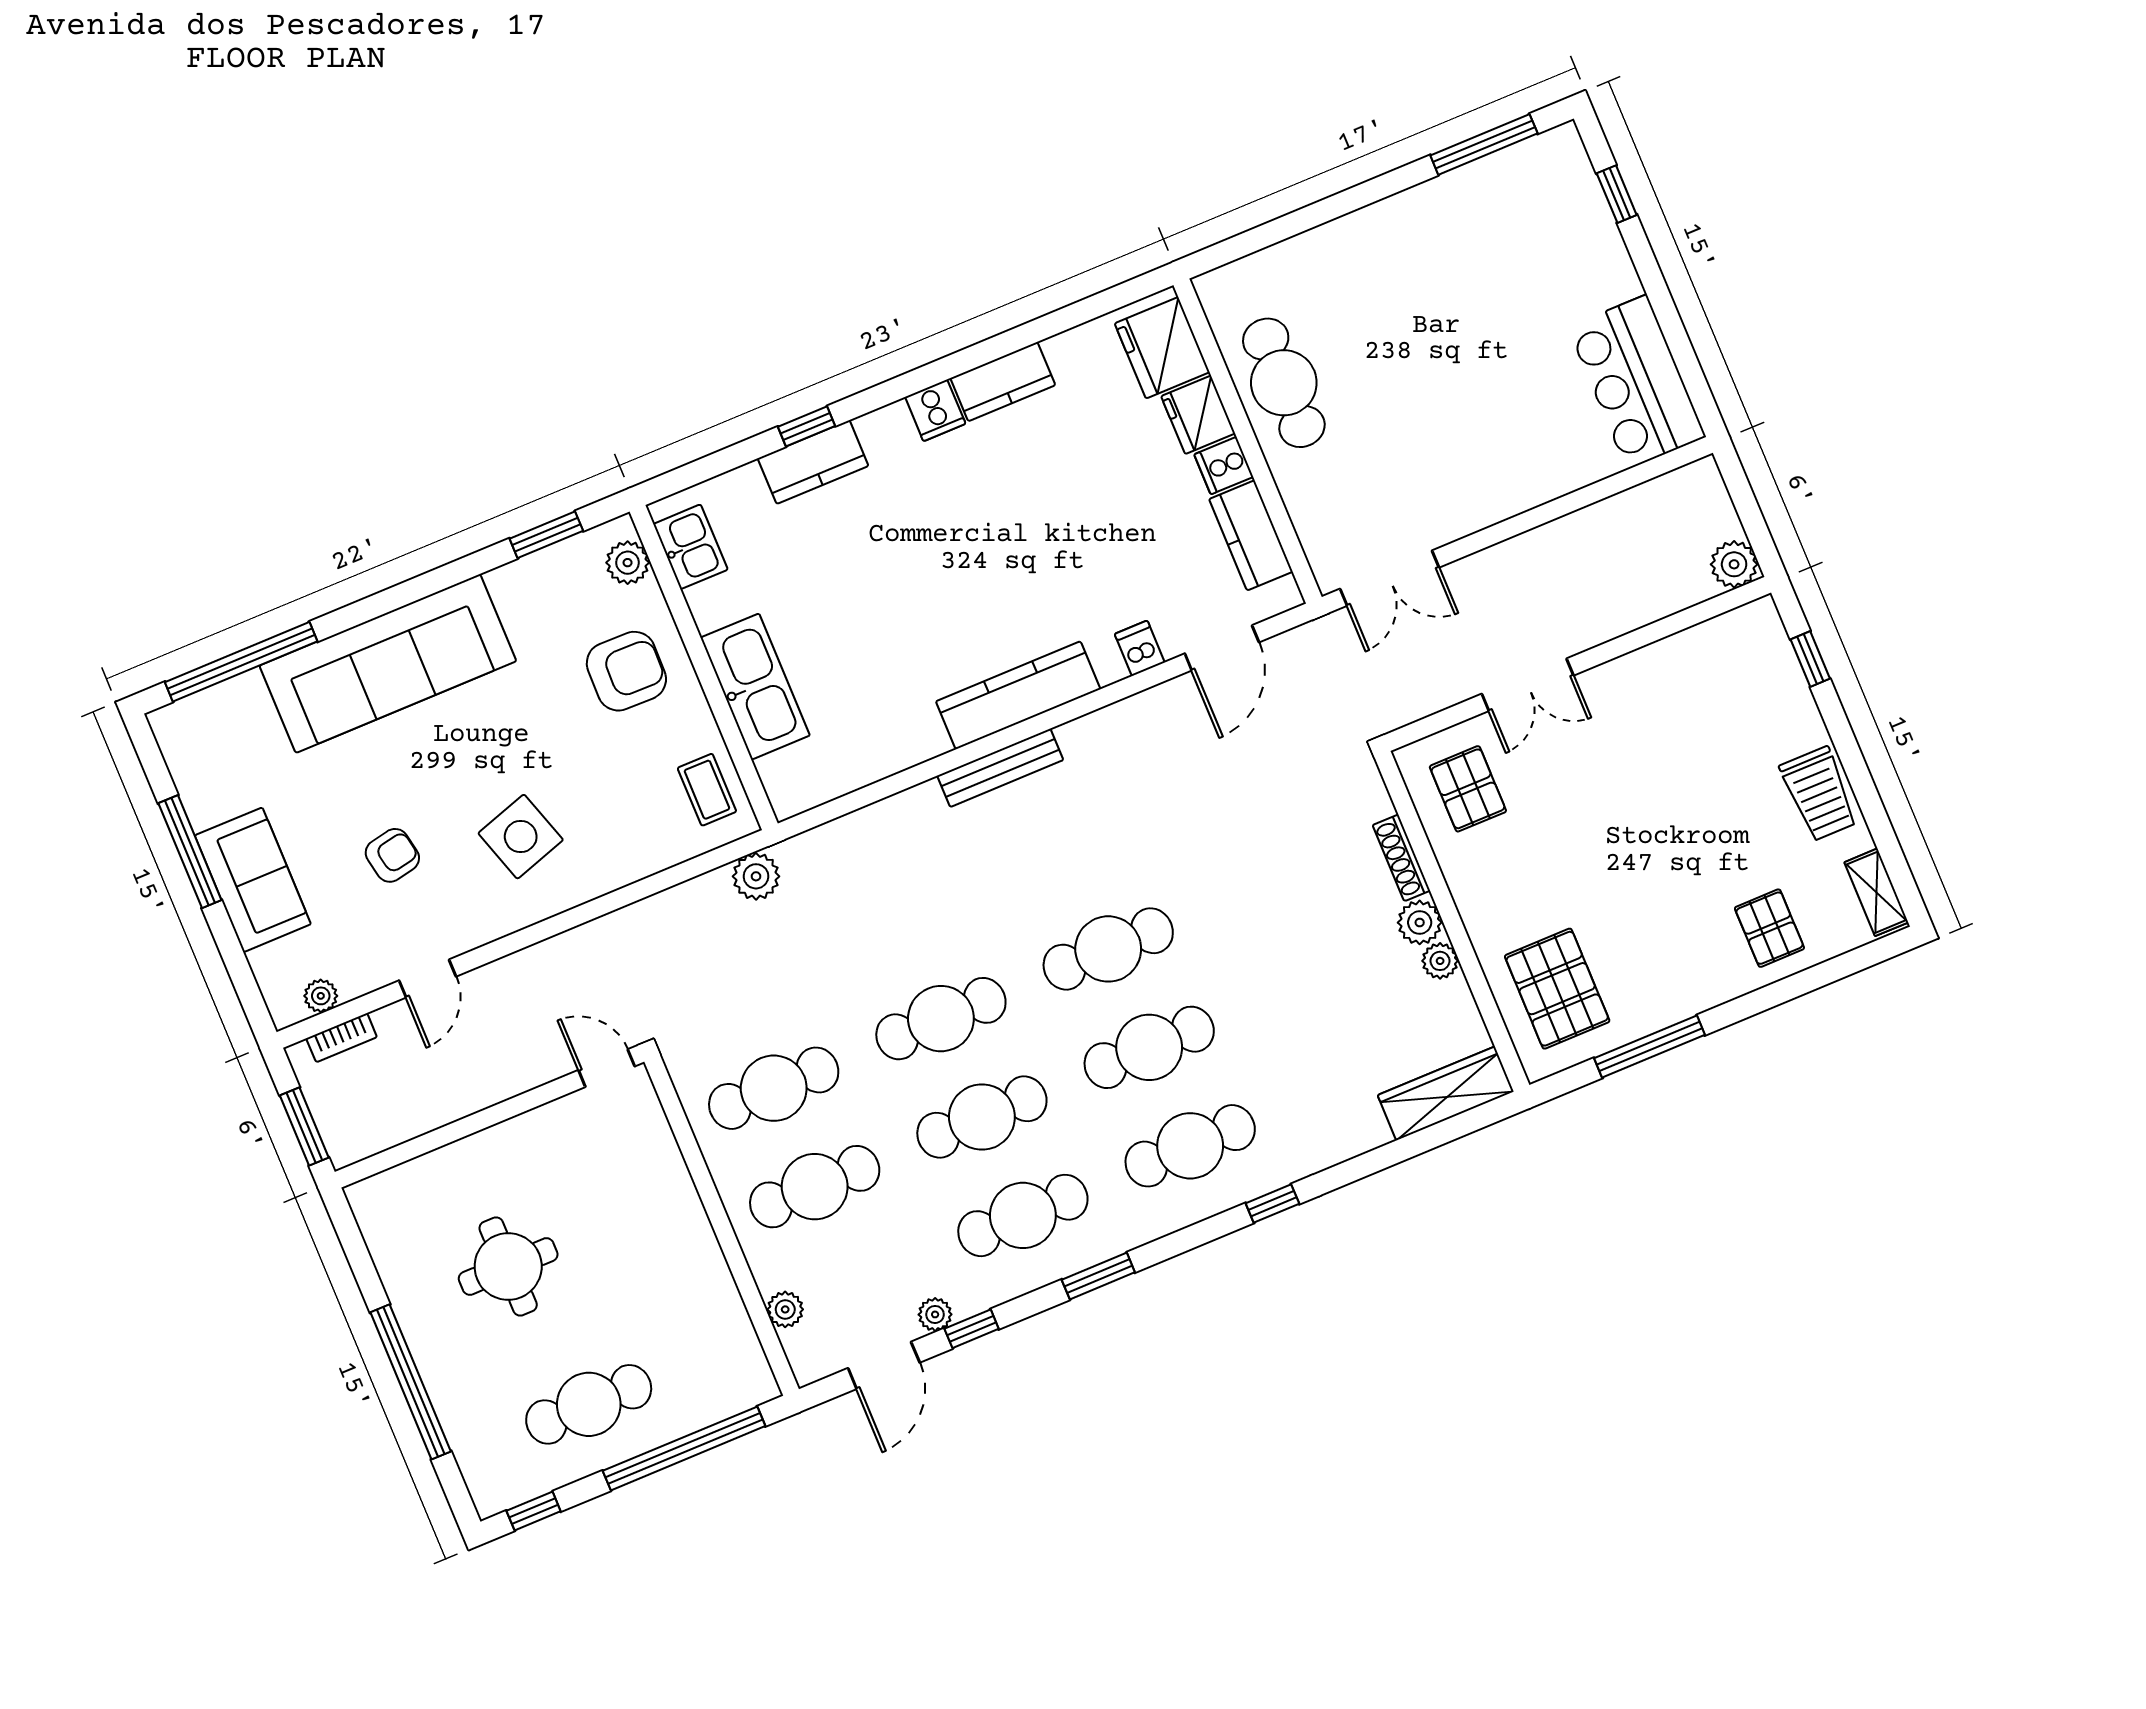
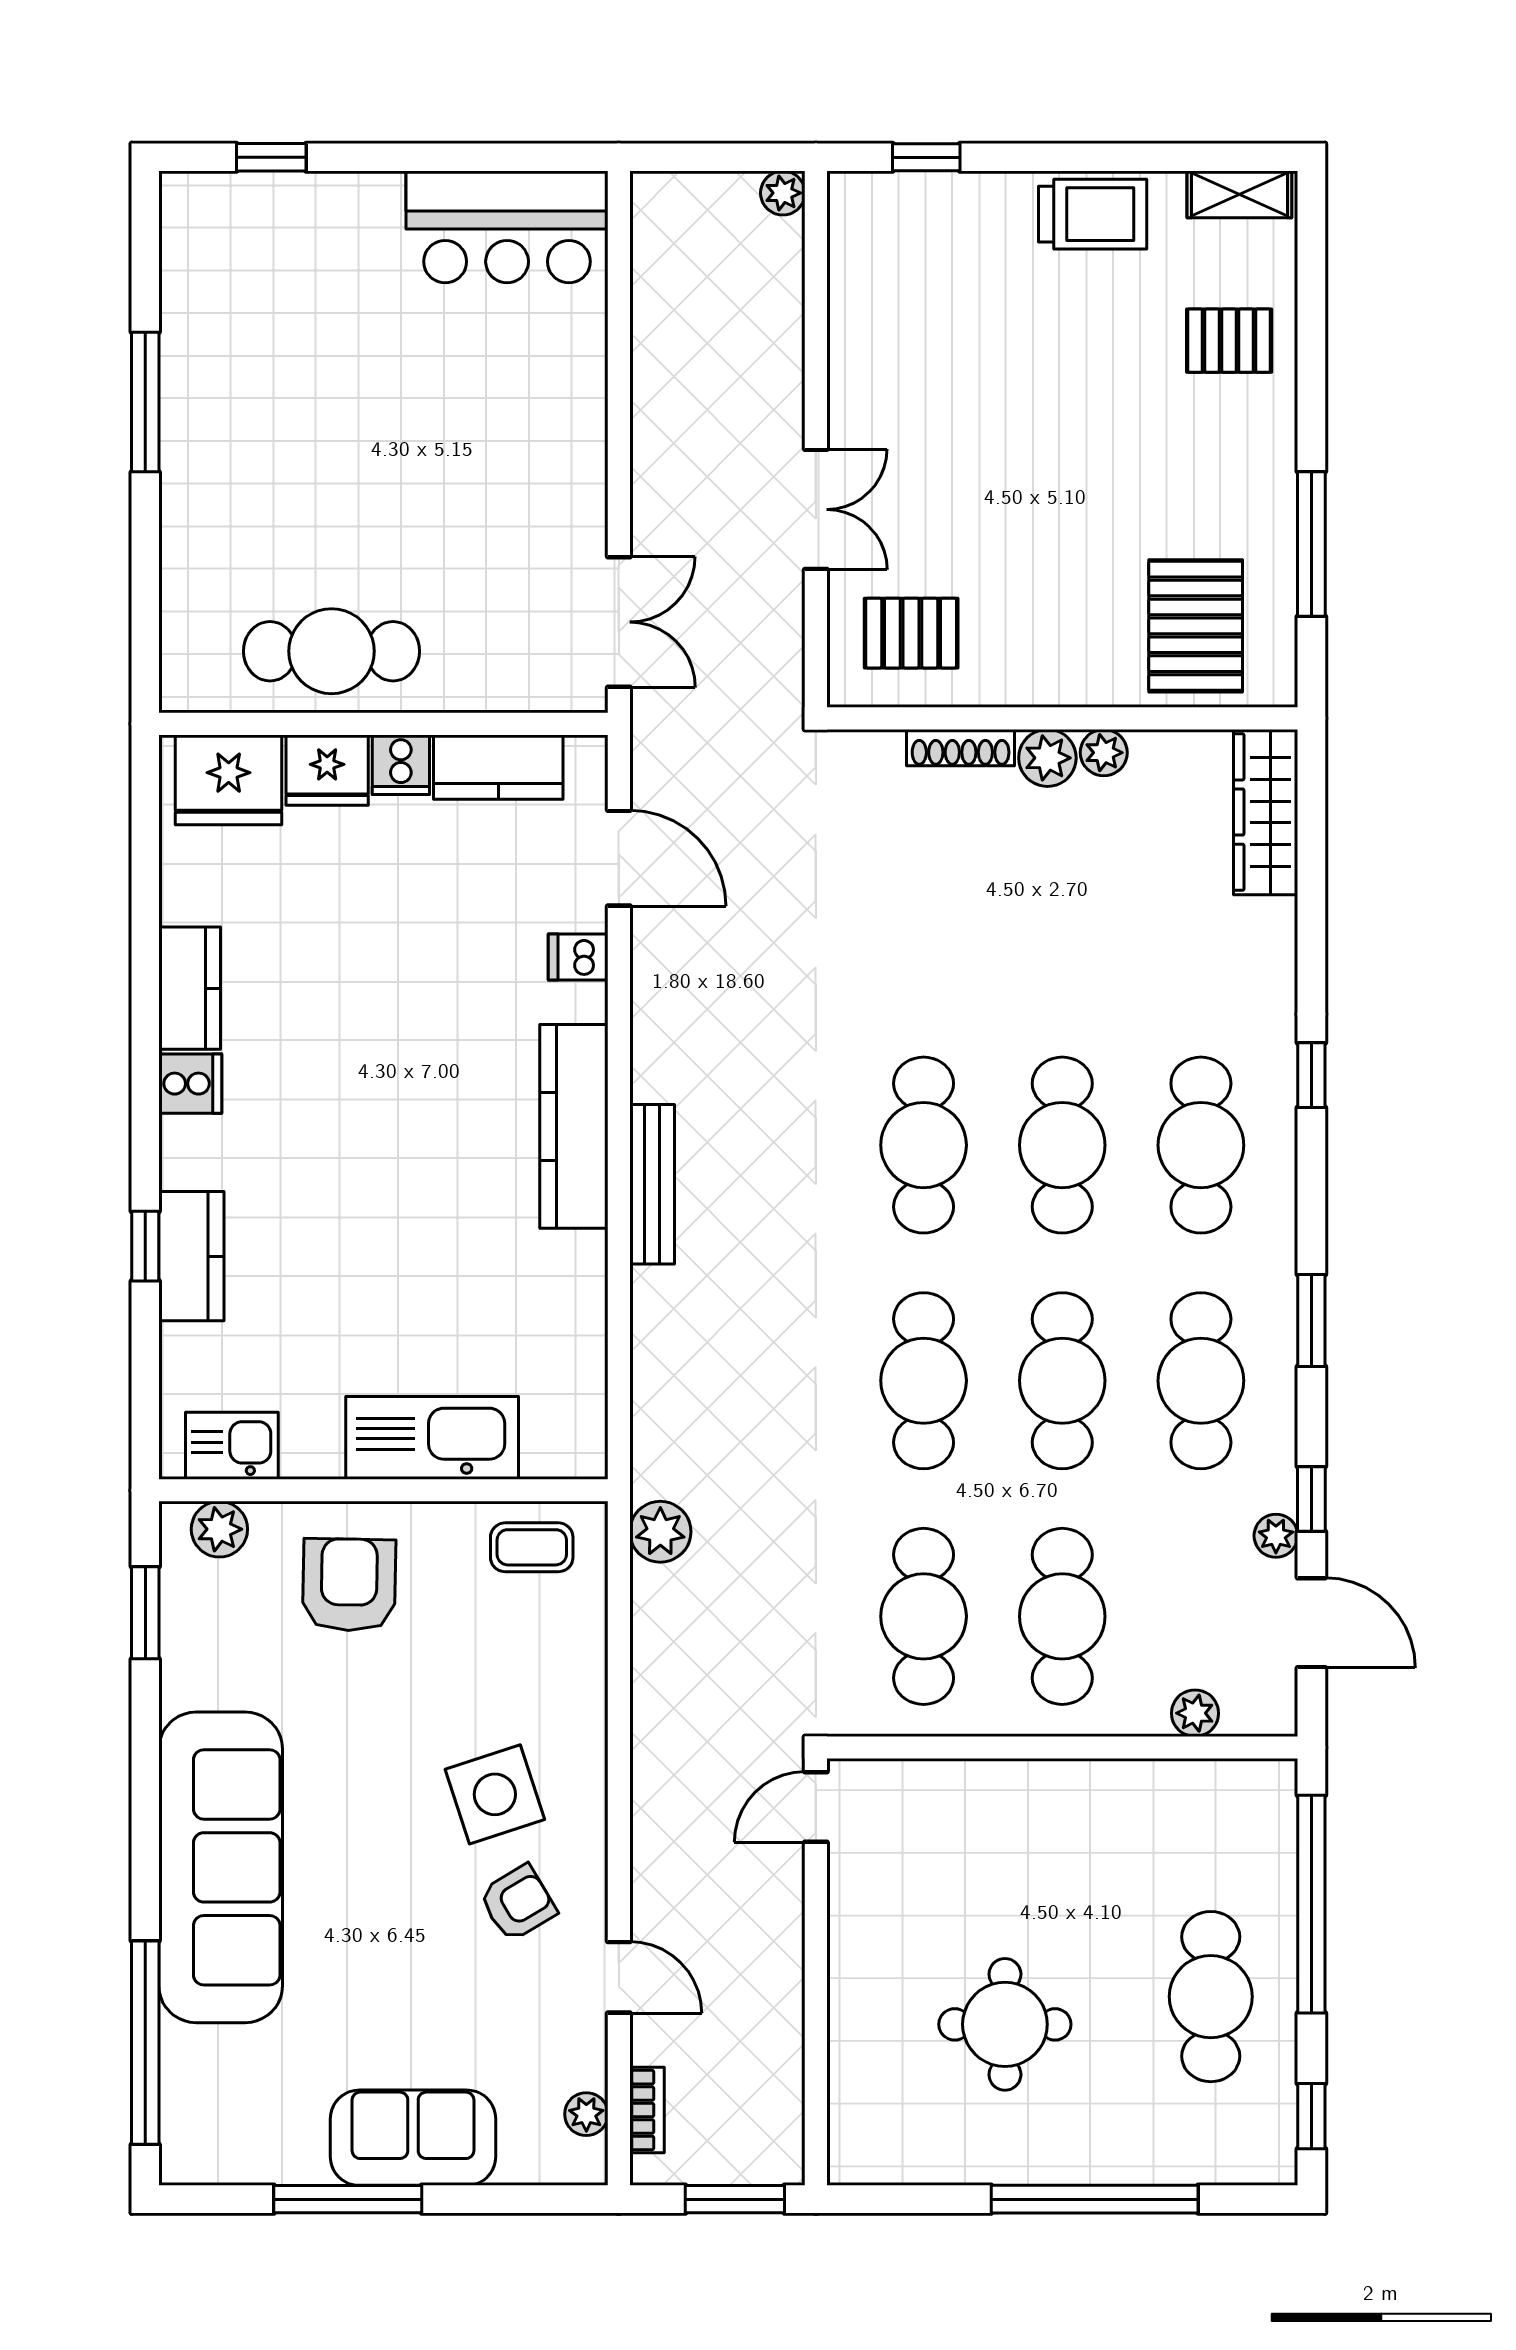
window: (1484, 144) -> (145, 402), moved
plant: (1734, 564) -> (783, 193), width x0.73, depth x0.73
armchair: (392, 855) -> (518, 1903), moved, turned 70
pallet: (1557, 989) -> (1196, 626), turned 90

